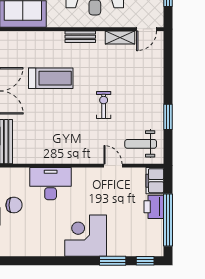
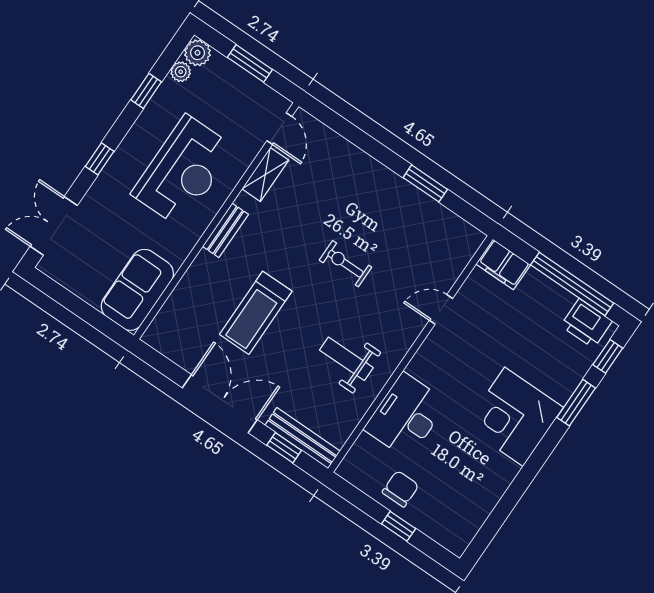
treadmill: (51, 78) -> (256, 313), turned 180
weight bench: (141, 144) -> (346, 359), moved, turned 90
printer: (154, 207) -> (586, 323), moved

